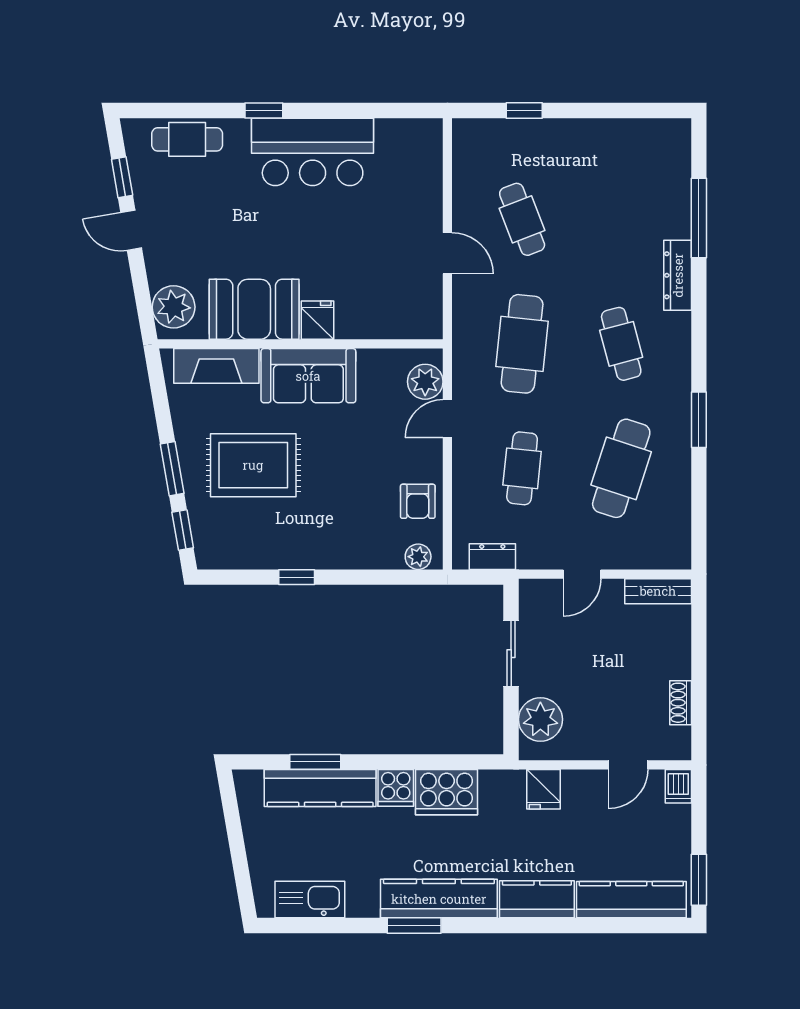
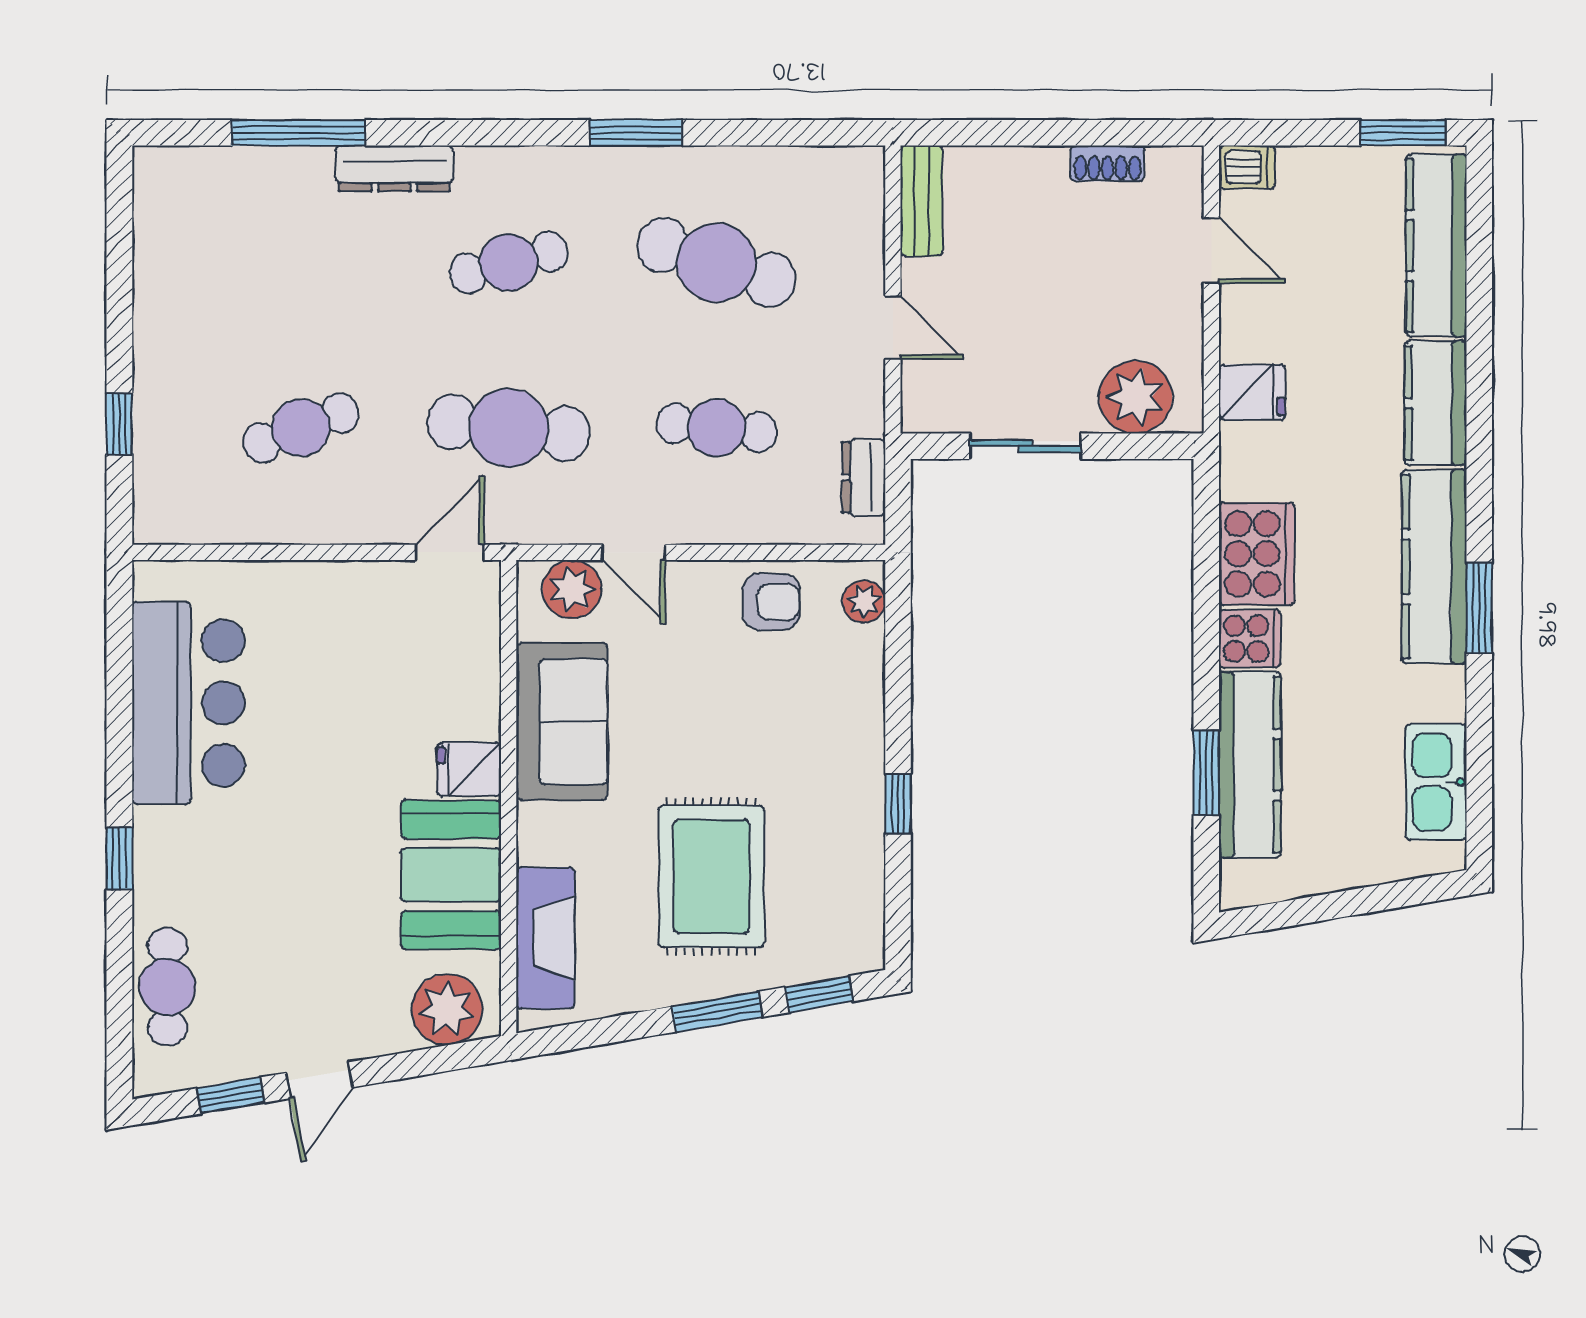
bar counter: (313, 152) -> (188, 703), moved
door: (447, 253) -> (450, 552), moved
sofa: (308, 376) -> (562, 721), moved

